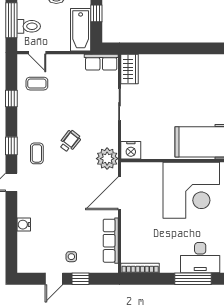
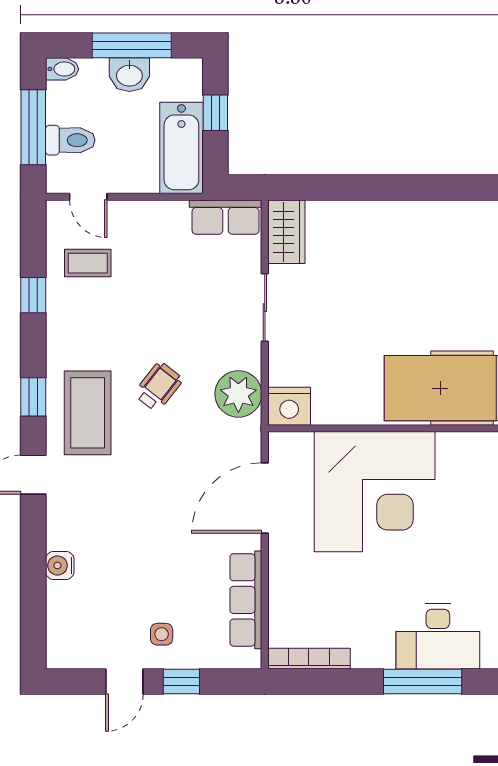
coffee table: (37, 153) -> (88, 413), width x1.86, depth x1.72
plant: (107, 159) -> (238, 394), moved
corner desk: (191, 190) -> (375, 492), moved

